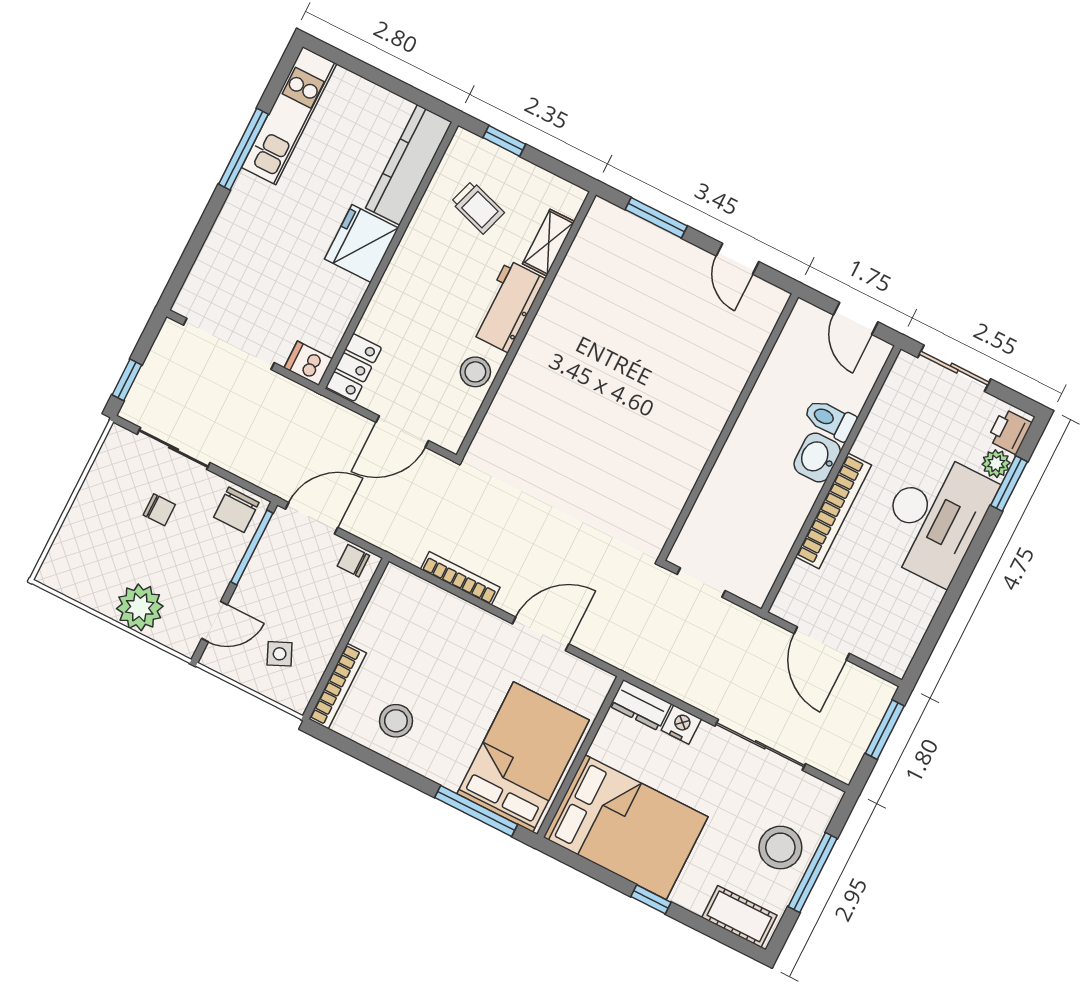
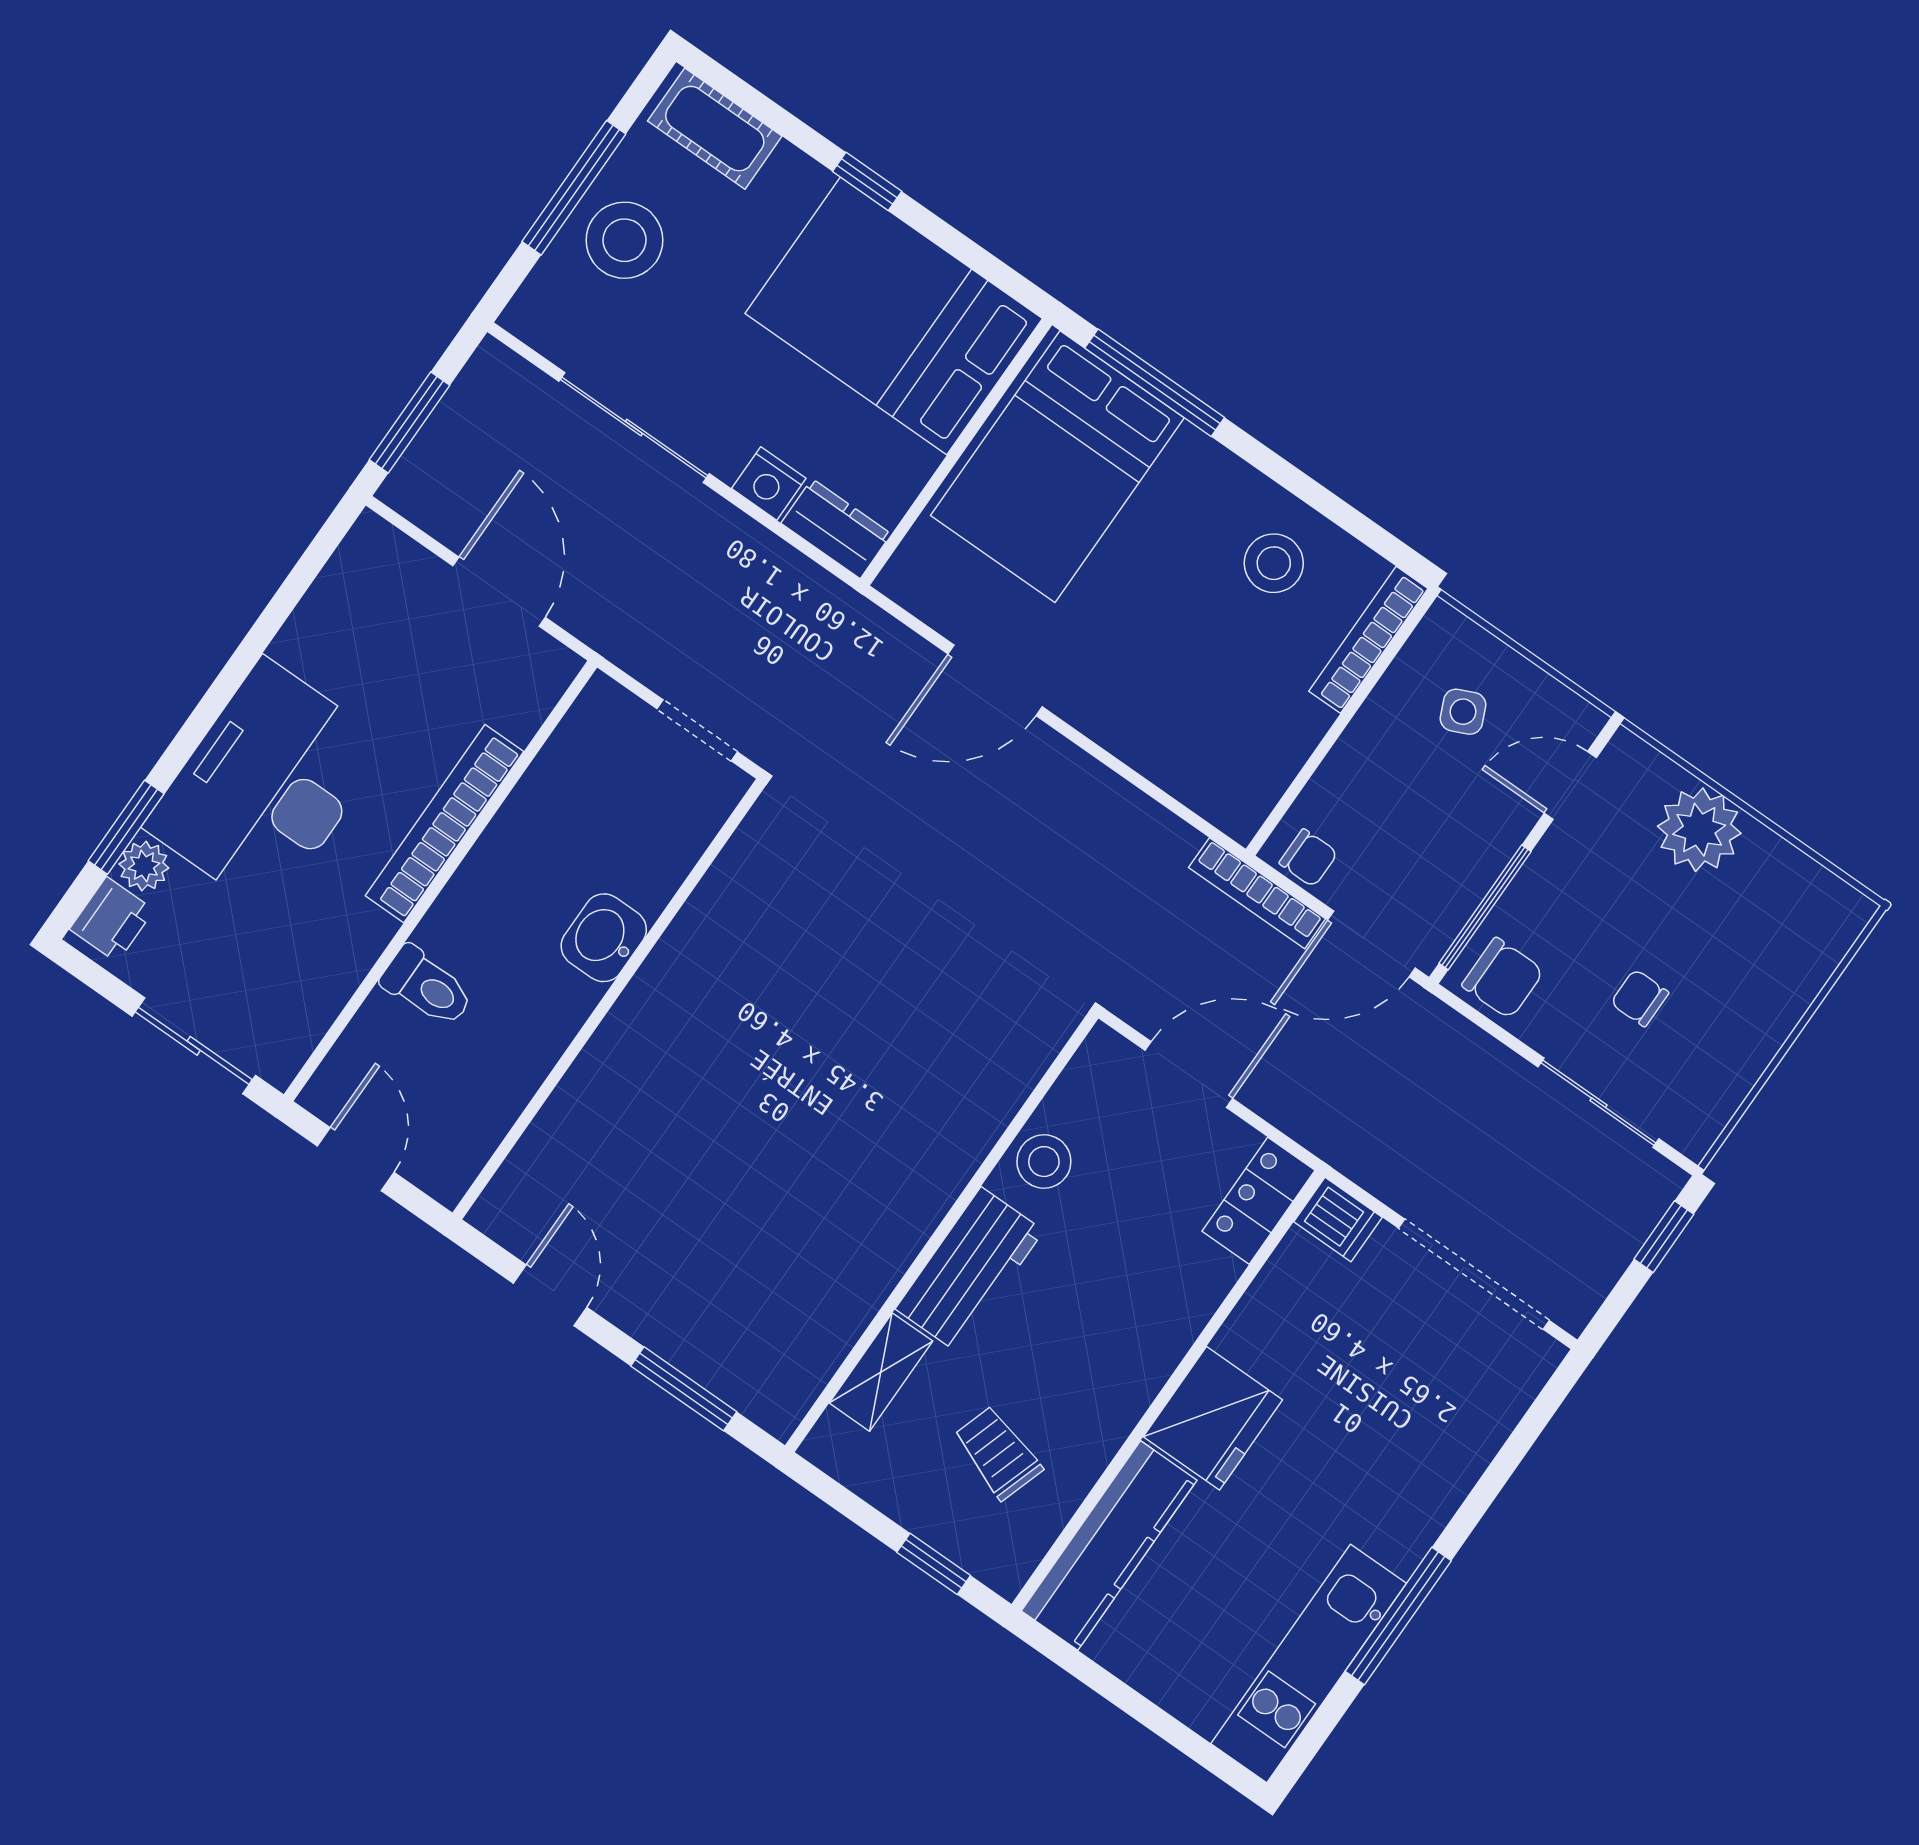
washbasin: (817, 457) -> (604, 938), moved, turned 180
chair: (236, 510) -> (1503, 978), turned 90
bookcase: (460, 578) -> (1257, 893), moved

